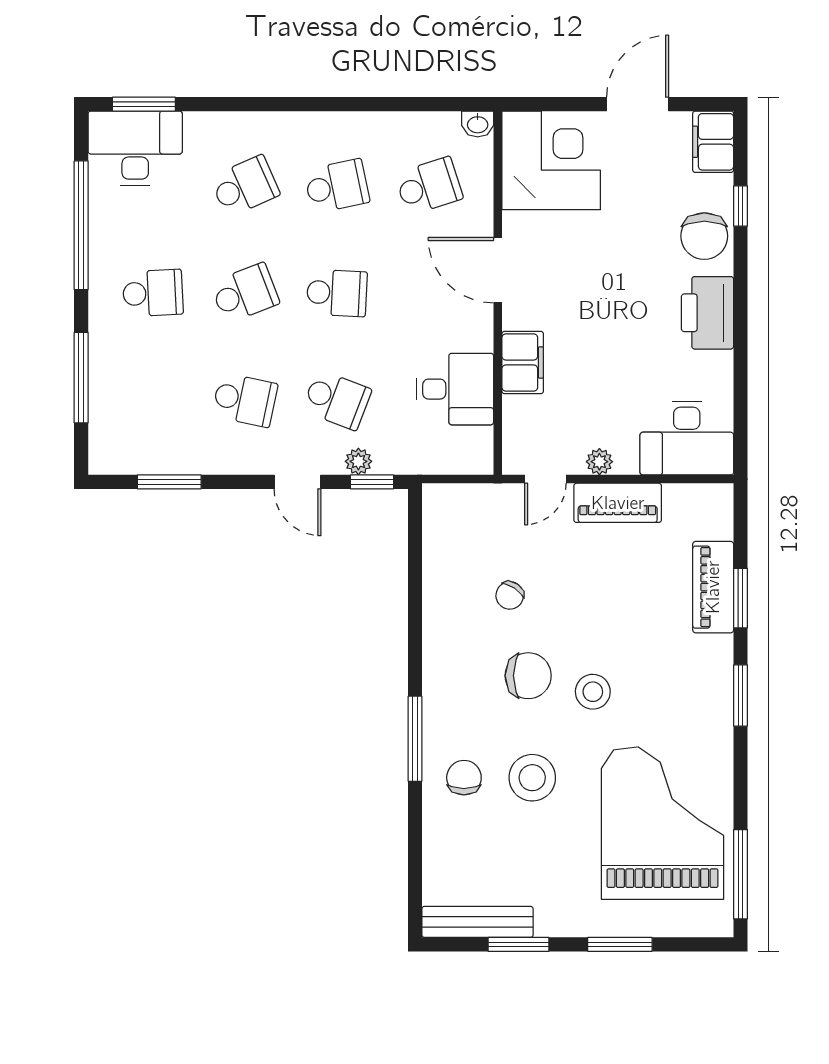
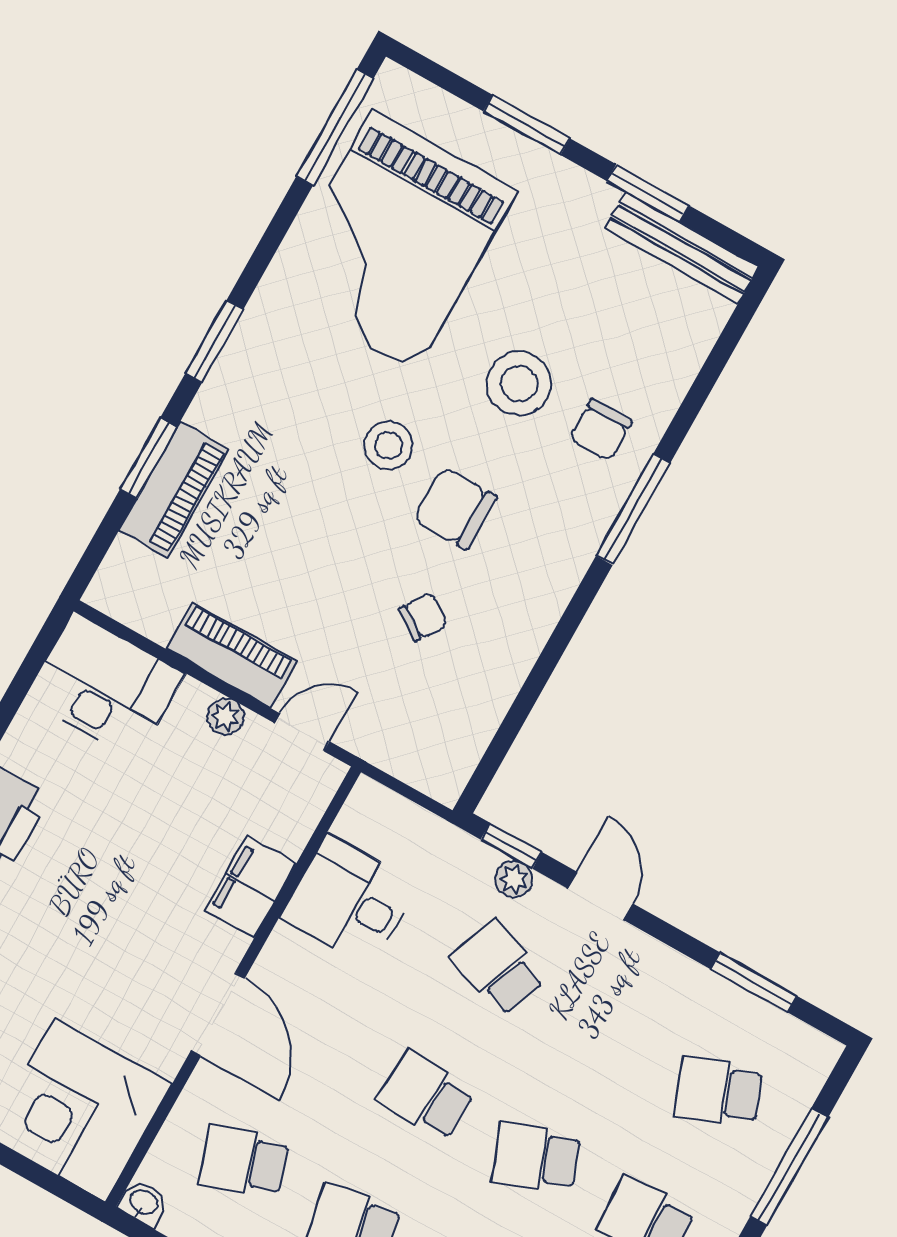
school desk: (245, 400) -> (718, 1092), moved, turned -33

